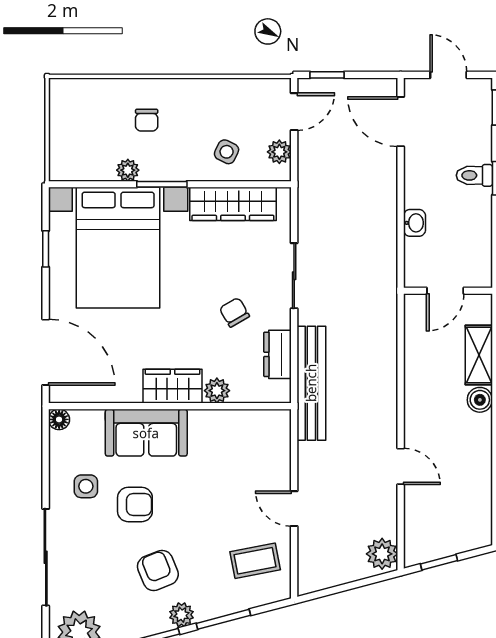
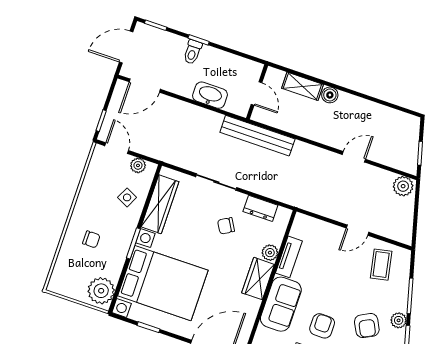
door: (448, 75) -> (126, 47), width x1.37
plant: (128, 170) -> (101, 291), moved, width x1.88, depth x1.88
washbasin: (414, 223) -> (210, 95), width x1.91, depth x1.45
bench: (311, 383) -> (257, 136), moved
tv unit: (220, 421) -> (289, 257), added
armchair: (158, 570) -> (367, 326), turned -95

